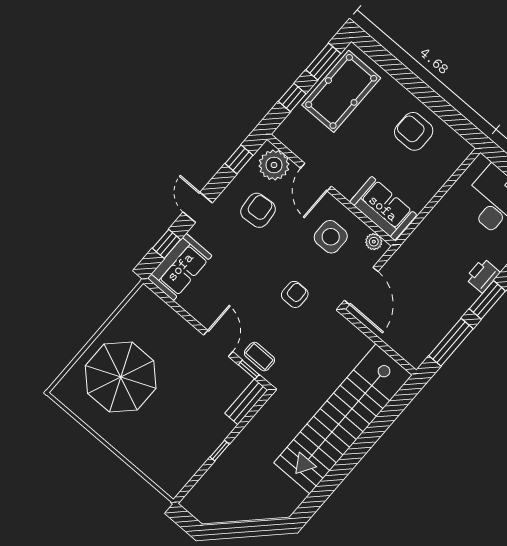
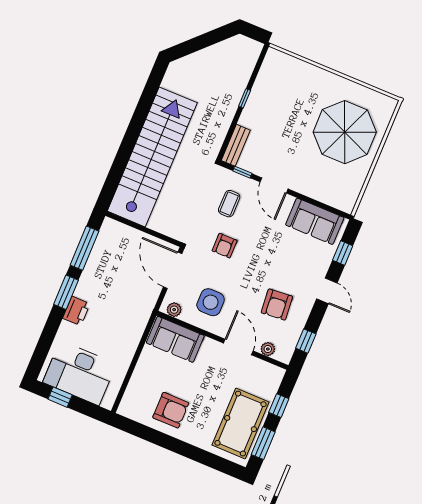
plant: (274, 165) -> (268, 349), width x0.53, depth x0.53
sofa: (180, 267) -> (315, 221), moved, turned -90
coffee table: (259, 357) -> (229, 204), moved, turned 90

